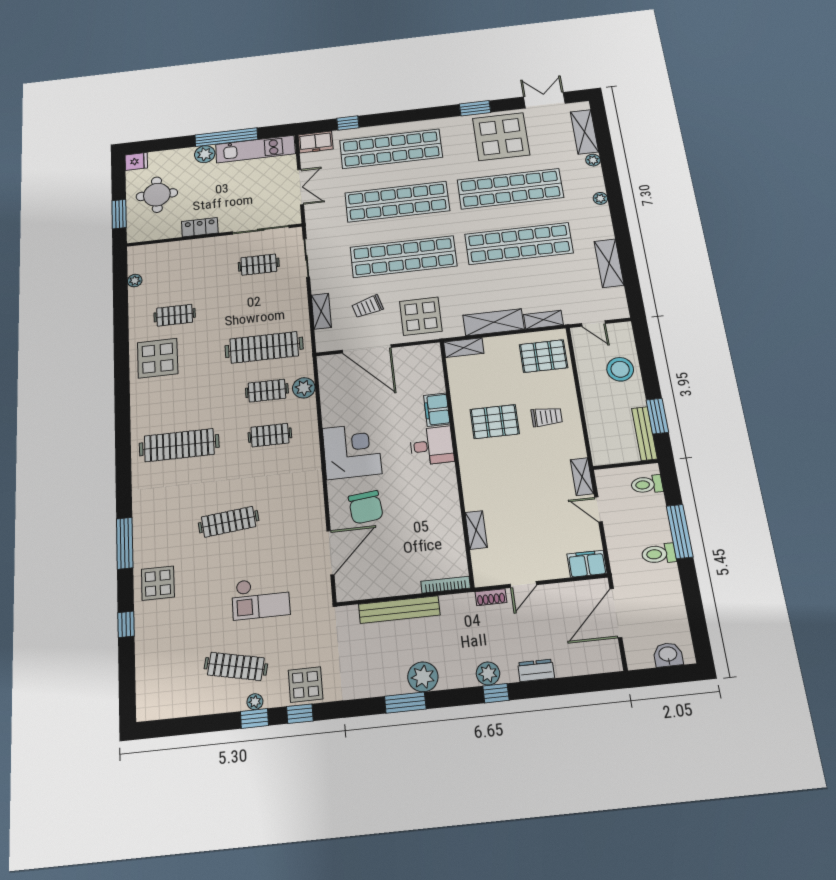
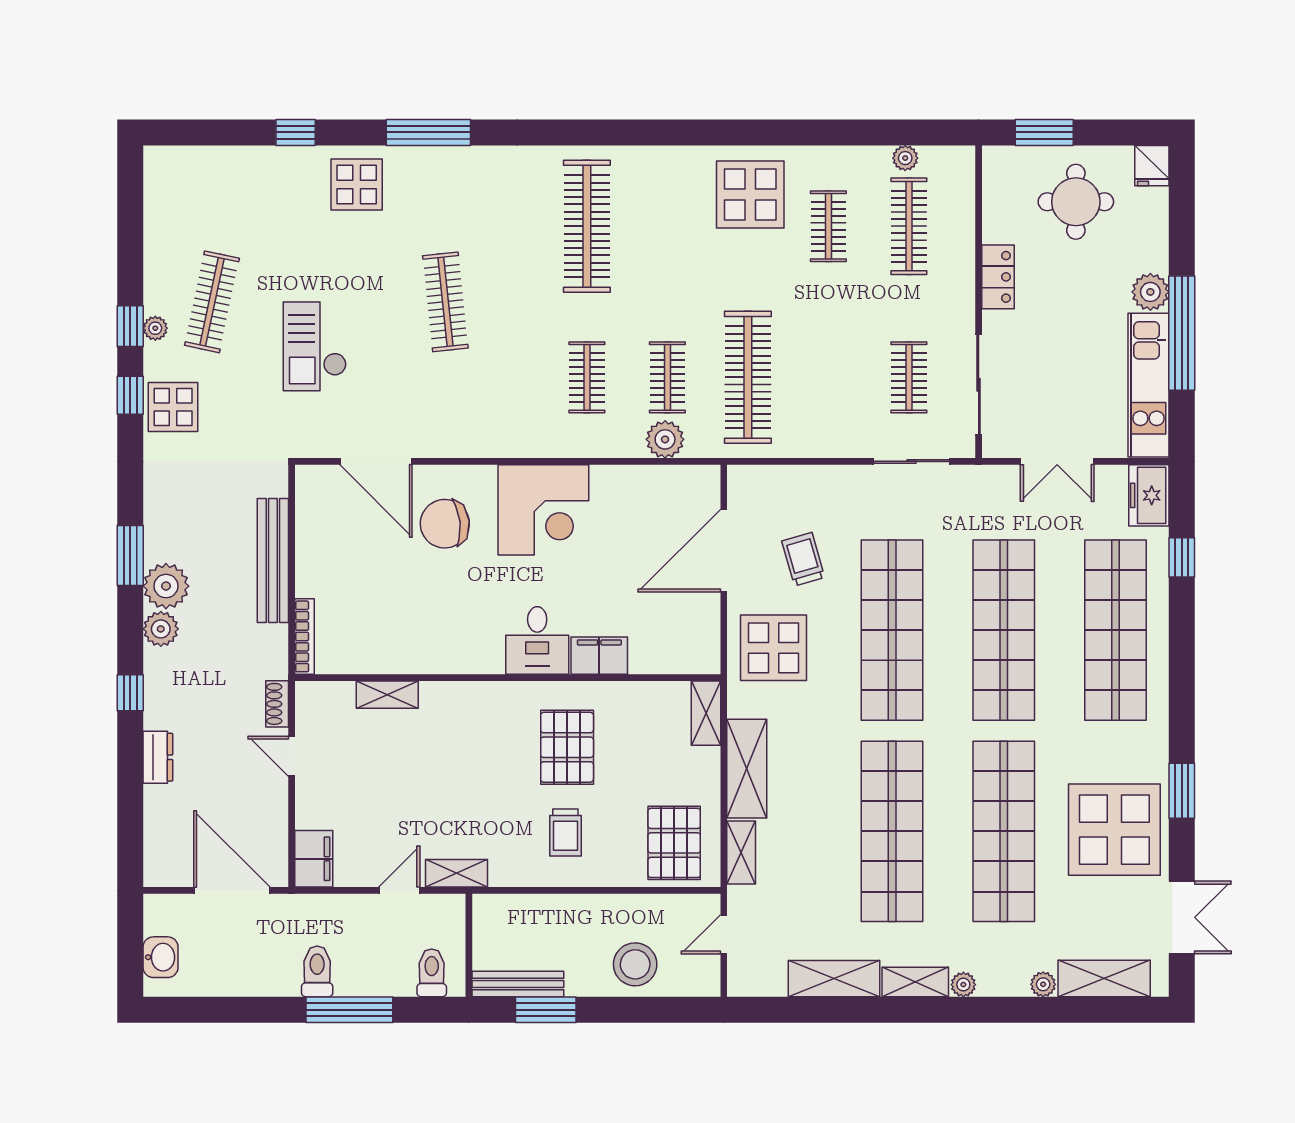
clothes rail: (173, 274) -> (909, 226), added
shelving: (321, 311) -> (915, 982), moved
plant: (488, 673) -> (161, 629), moved

